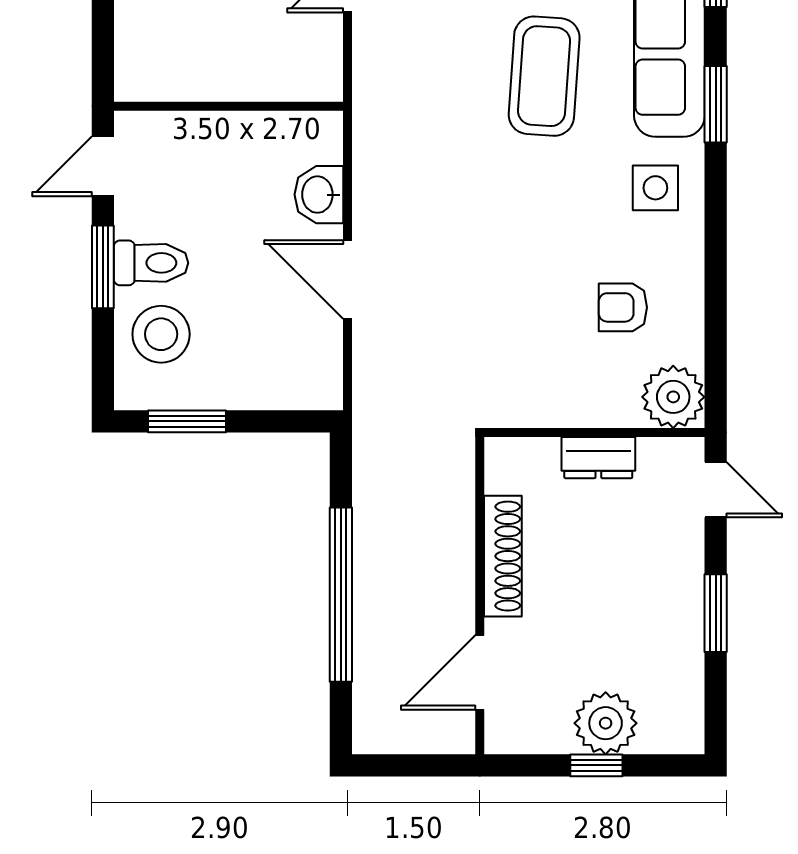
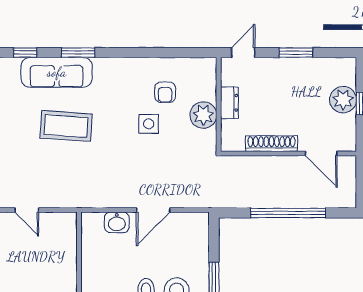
side table: (655, 188) -> (149, 124), moved
plant: (673, 397) -> (203, 115), moved

